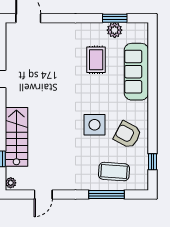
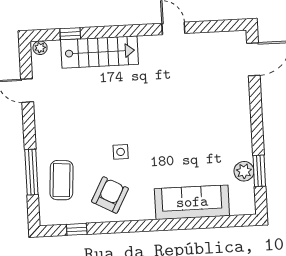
rug: (96, 60) -> (204, 149), removed
side table: (95, 125) -> (121, 152), width x0.54, depth x0.54

